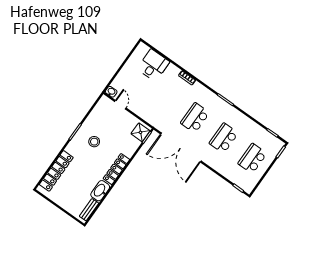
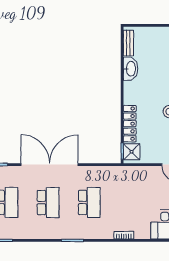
double door: (181, 148) -> (50, 165), moved
locker: (116, 169) -> (130, 124), moved

